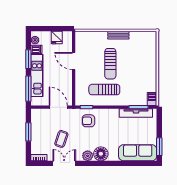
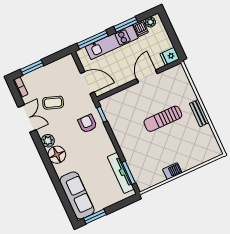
fridge: (57, 37) -> (170, 56), moved
sun lounger: (104, 90) -> (131, 125), removed
barbecue: (152, 99) -> (172, 171), moved
door: (58, 107) -> (87, 83), hinge flipped
window: (28, 132) -> (32, 68), moved

